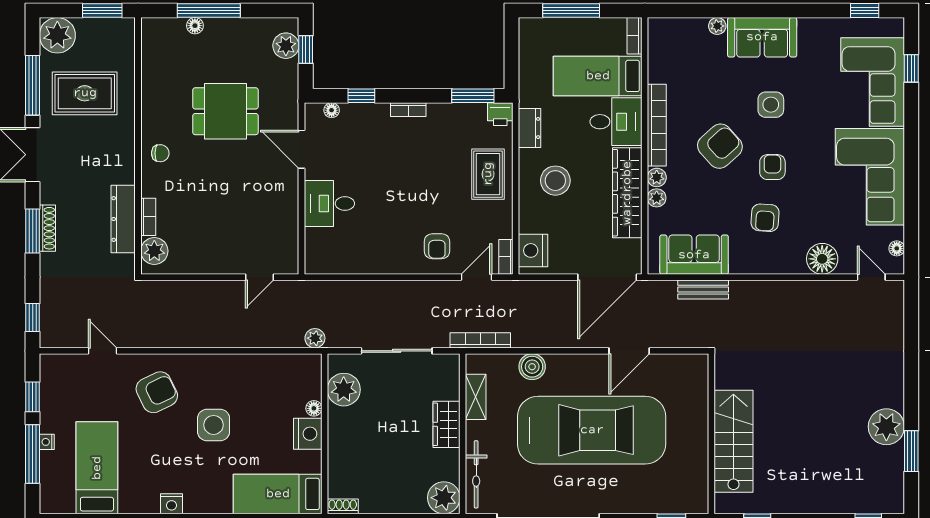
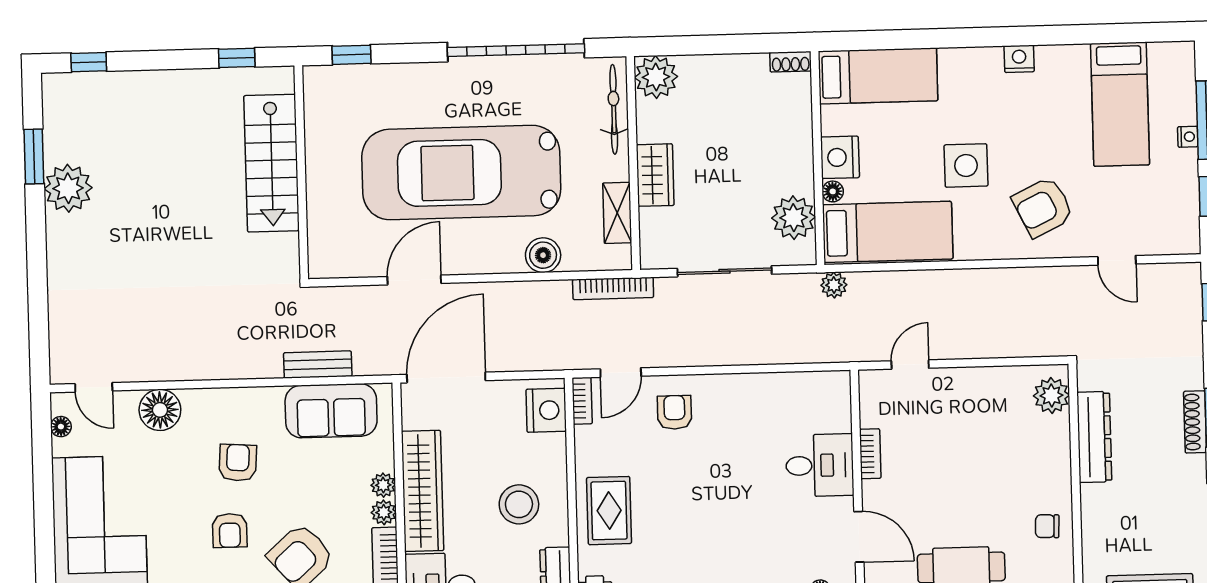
bookcase: (148, 217) -> (870, 454), moved, turned 180
bed: (274, 377) -> (888, 232), added

